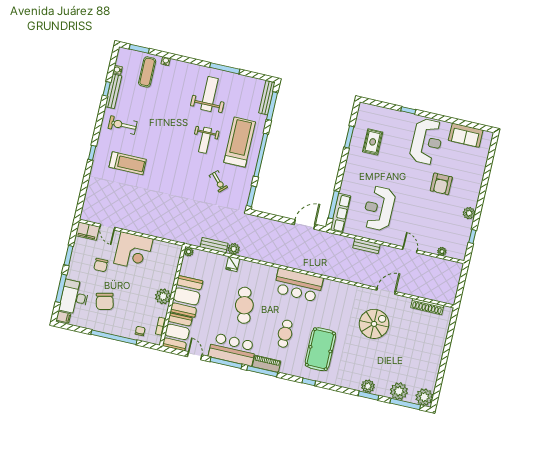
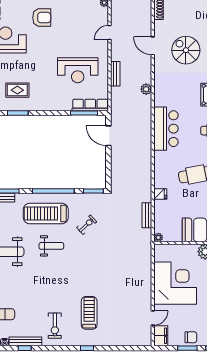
plant: (234, 249) -> (146, 89), moved
corner desk: (133, 251) -> (175, 283), width x1.36, depth x1.36
chair: (101, 265) -> (191, 337), moved

